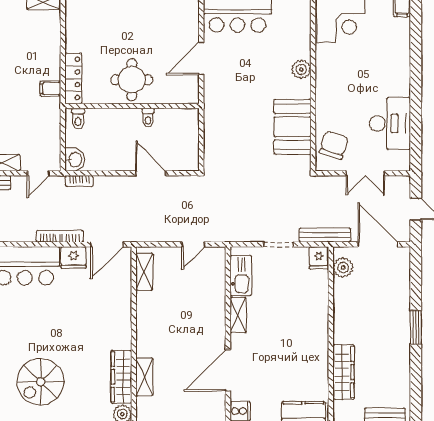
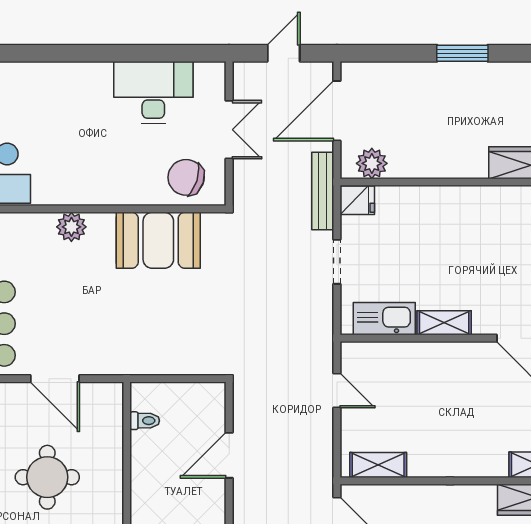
round table: (132, 80) -> (47, 477), moved
toilet: (148, 118) -> (145, 421), moved

